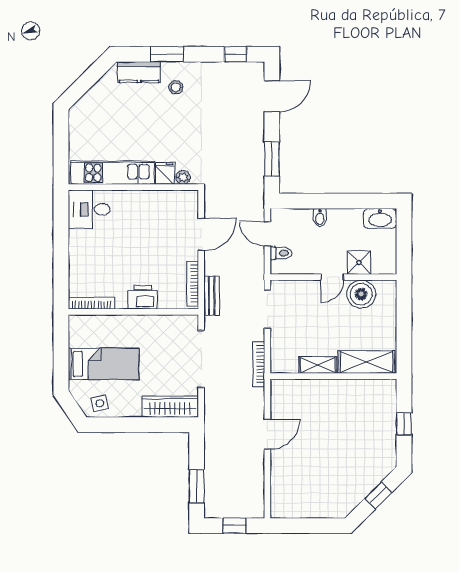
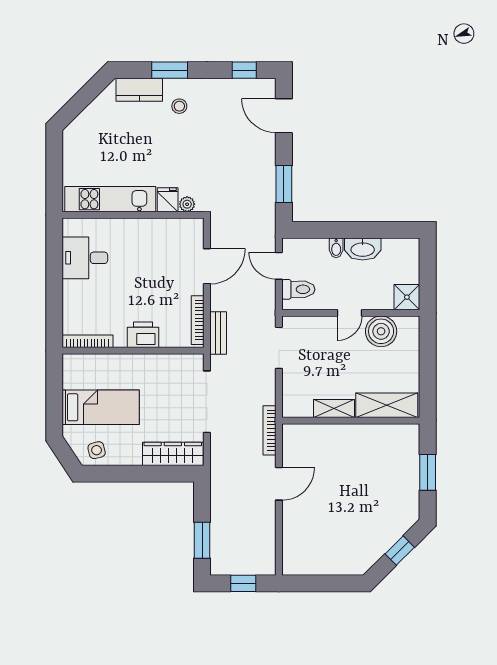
door: (272, 96) -> (284, 116), swing flipped
desk: (89, 209) -> (85, 258), moved
washbasin: (380, 218) -> (363, 249), moved
toilet: (281, 253) -> (298, 289), width x1.37, depth x1.39
shower: (359, 263) -> (407, 297), moved
bookcase: (259, 364) -> (270, 430), moved
window: (404, 424) -> (428, 472), width x1.50

